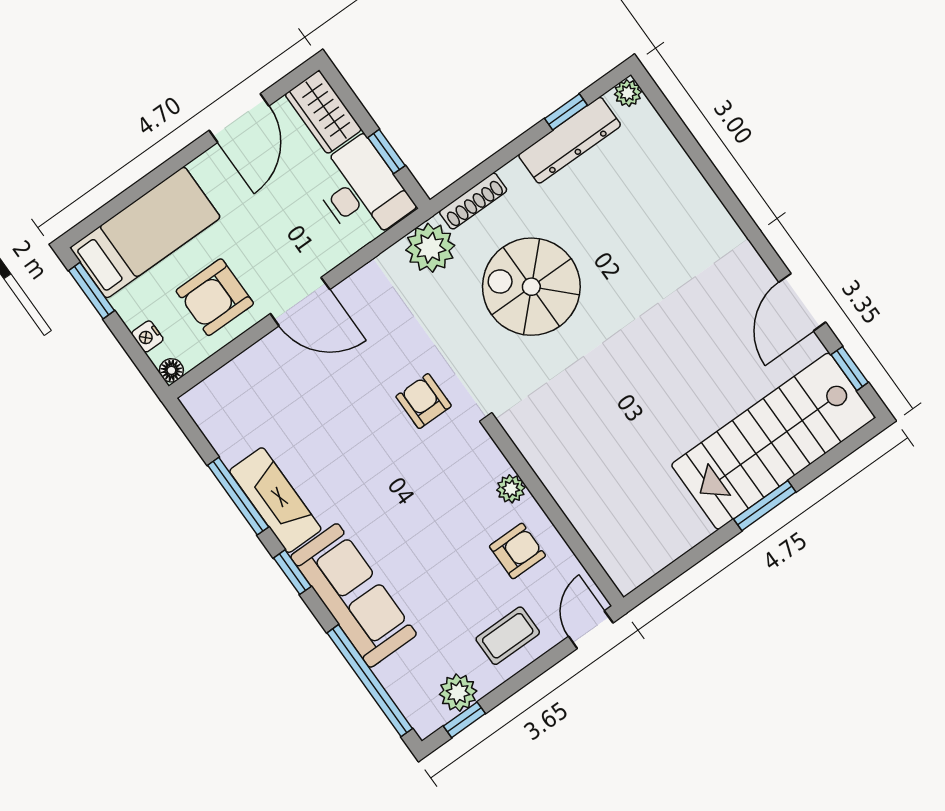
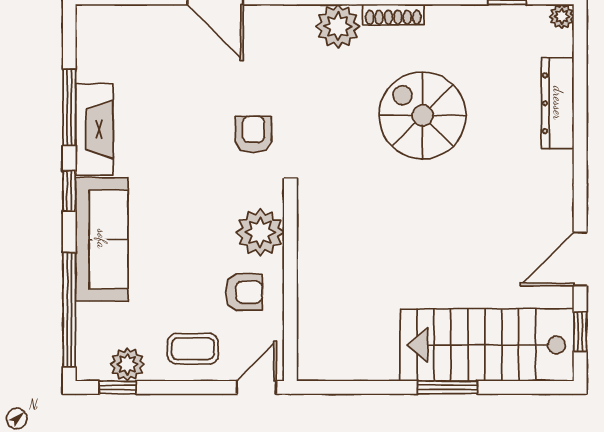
dresser: (570, 140) -> (558, 103), moved, turned 90
spiral stairs: (531, 287) -> (423, 115), moved
plant: (511, 489) -> (260, 232), width x1.88, depth x1.88

